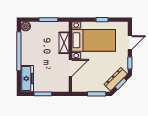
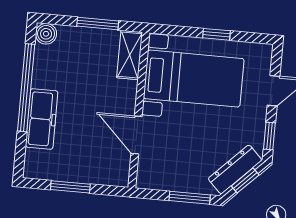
shelving: (64, 43) -> (130, 55), moved
door: (70, 68) -> (137, 135), swing flipped
freezer: (27, 79) -> (42, 119), moved

